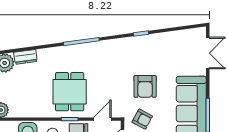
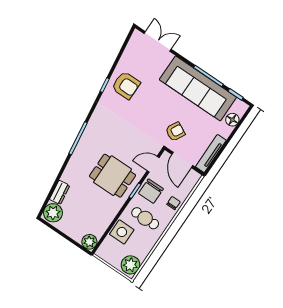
armchair: (145, 86) -> (126, 85), moved
door: (102, 119) -> (153, 164), hinge flipped

